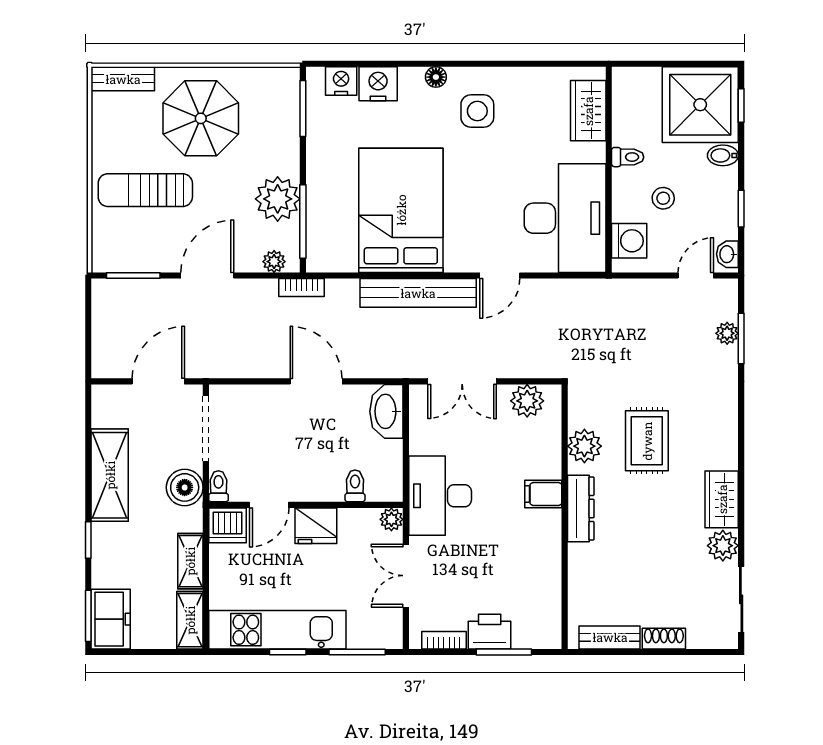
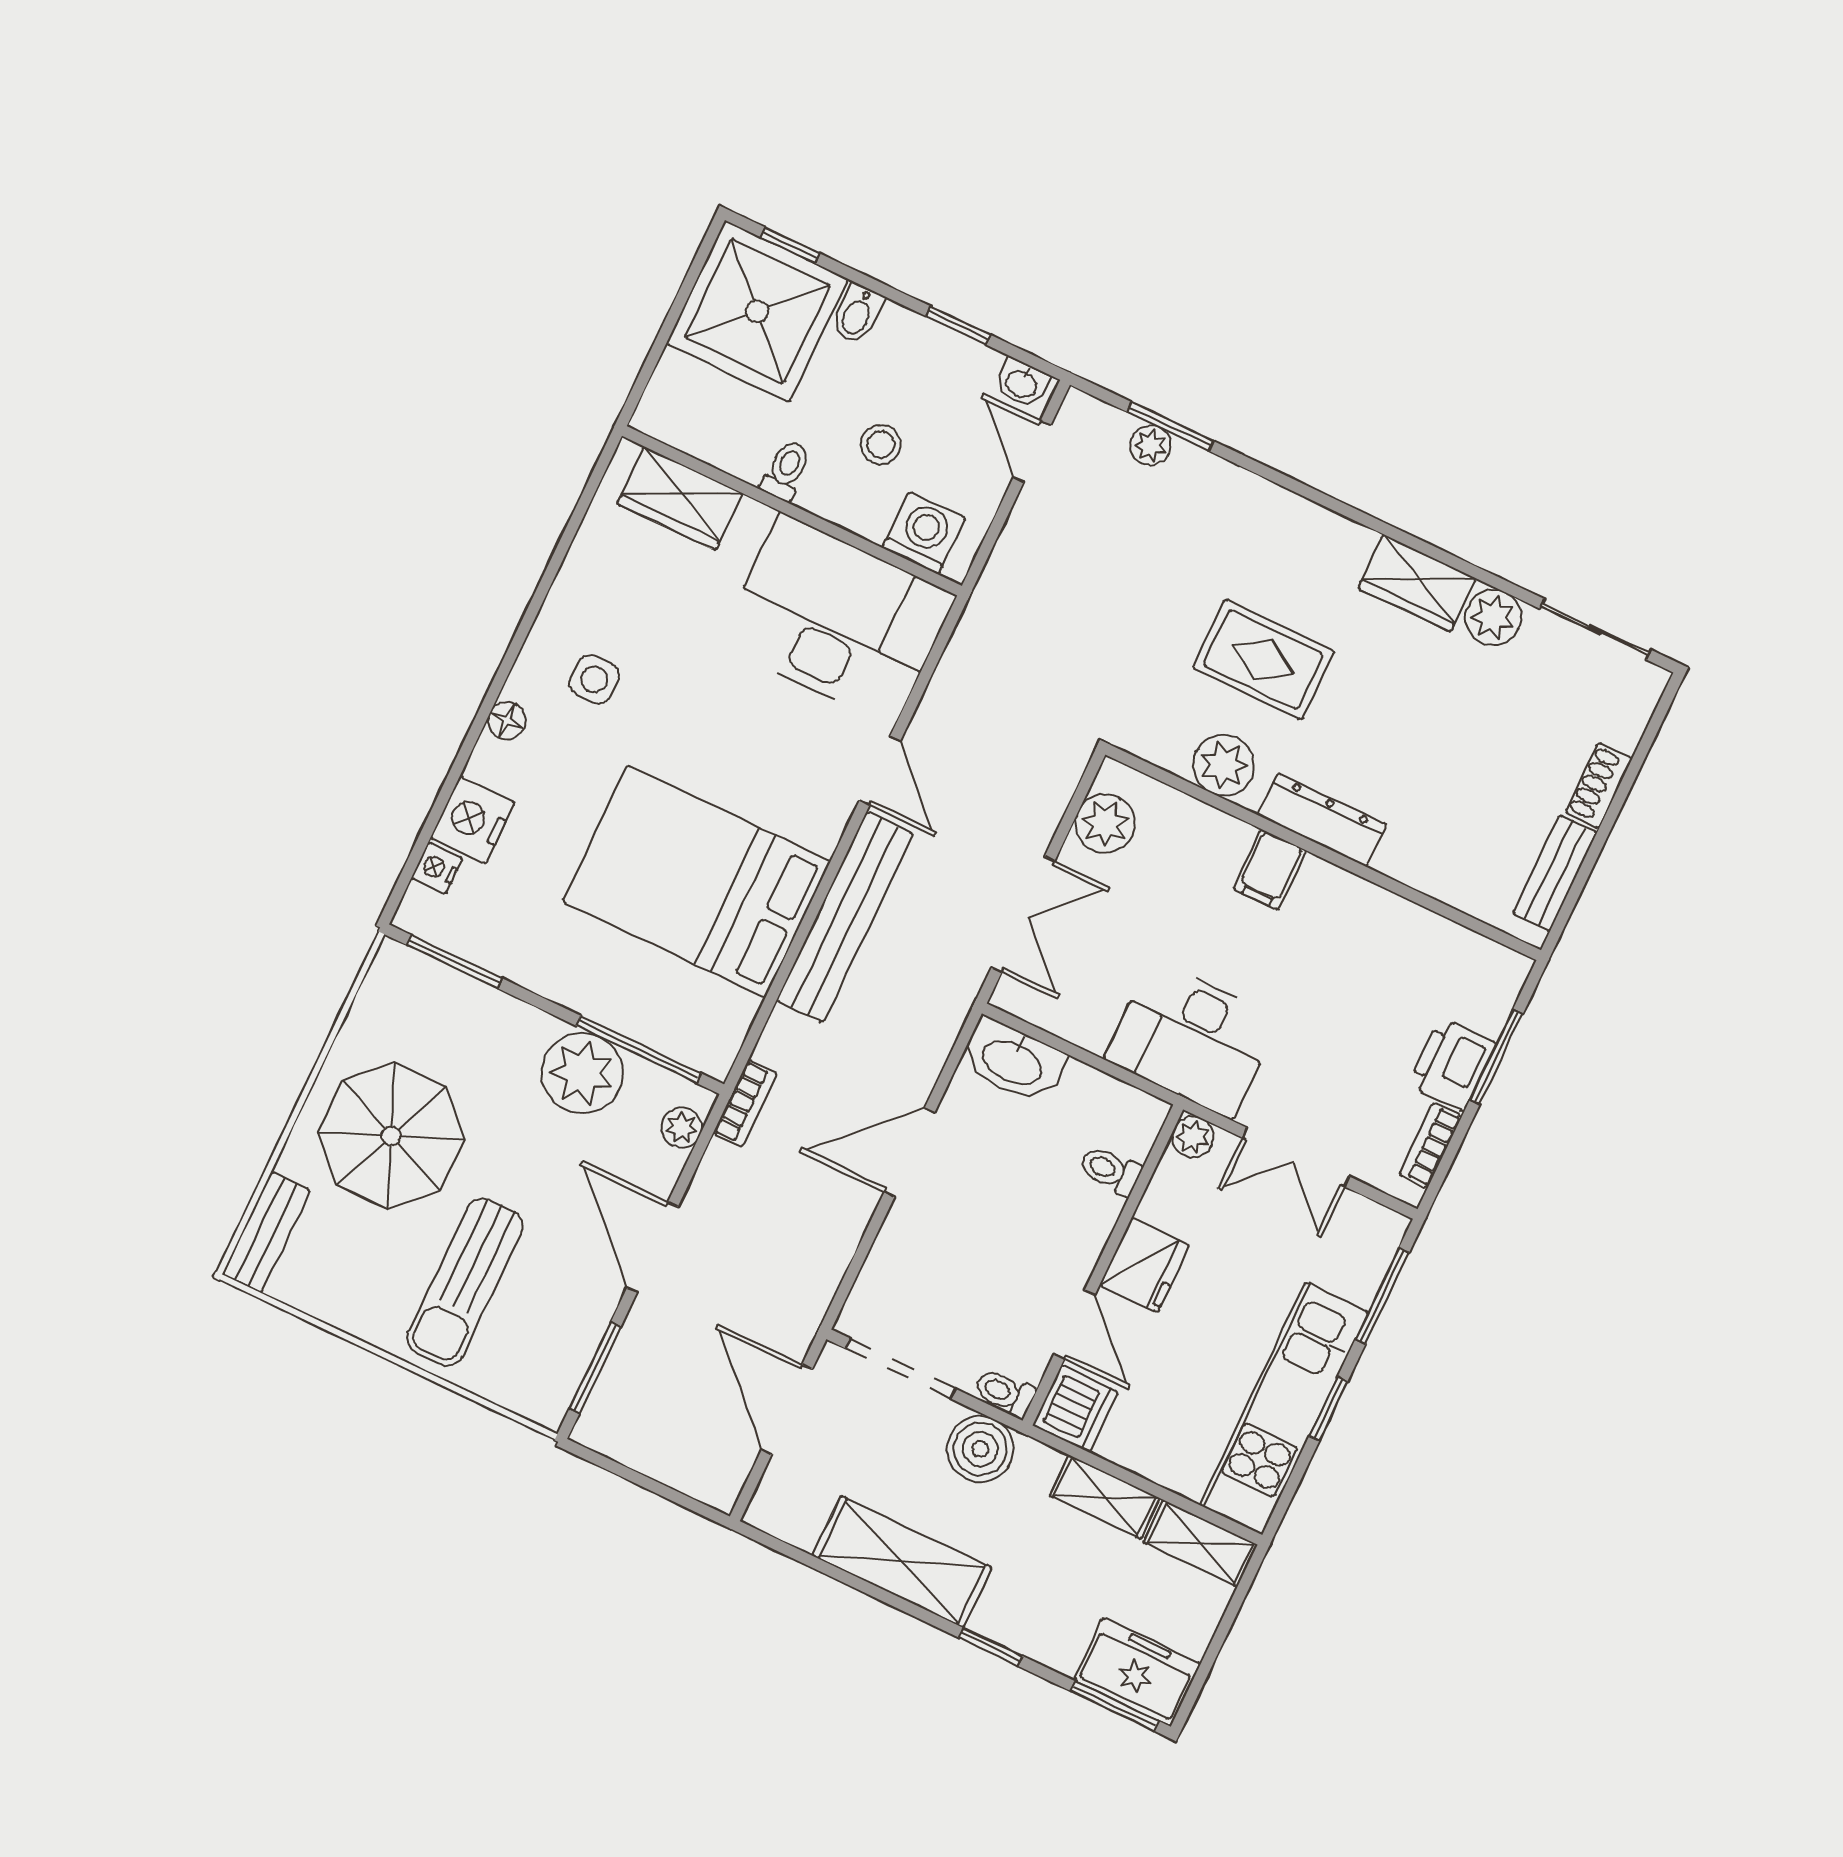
nightstand: (341, 81) -> (437, 868), width x0.72, depth x0.74
side table: (477, 111) -> (594, 679), width x0.73, depth x0.73

